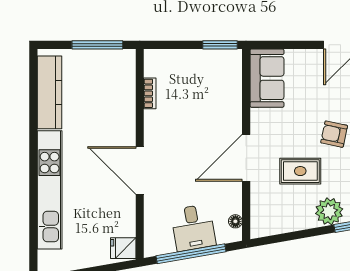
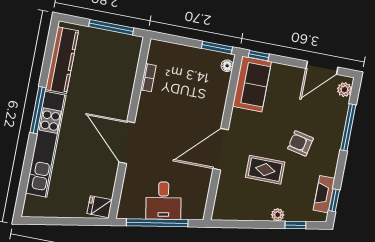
window: (268, 45) -> (259, 56), added
window: (33, 153) -> (38, 110), added
plant: (329, 211) -> (278, 215), width x0.53, depth x0.53
floor lamp: (235, 221) -> (227, 66), moved

